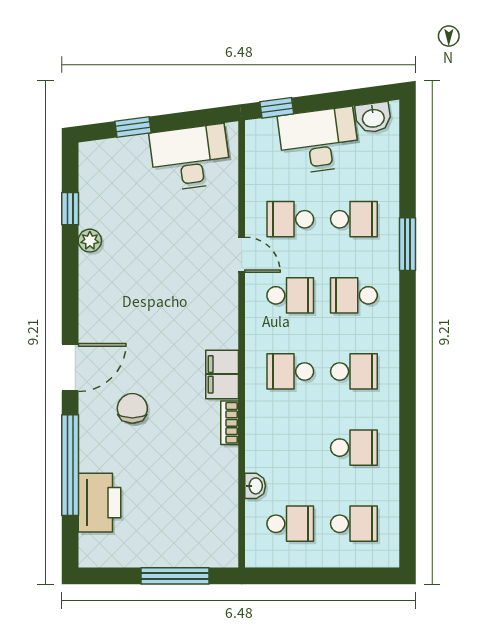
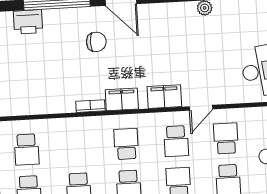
filing cabinet: (221, 309) -> (164, 97), added
washbasin: (255, 486) -> (50, 125), removed
printer: (100, 503) -> (28, 22), width x0.73, depth x0.84

